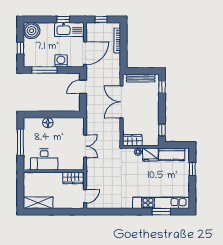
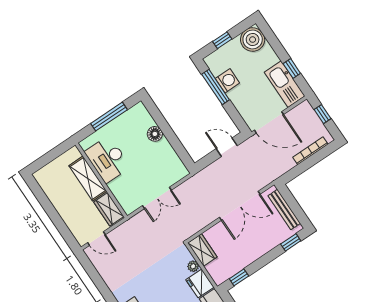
washing machine: (61, 61) -> (227, 81), moved
double door: (122, 102) -> (240, 206), swing flipped
shelving: (38, 203) -> (88, 179), moved

